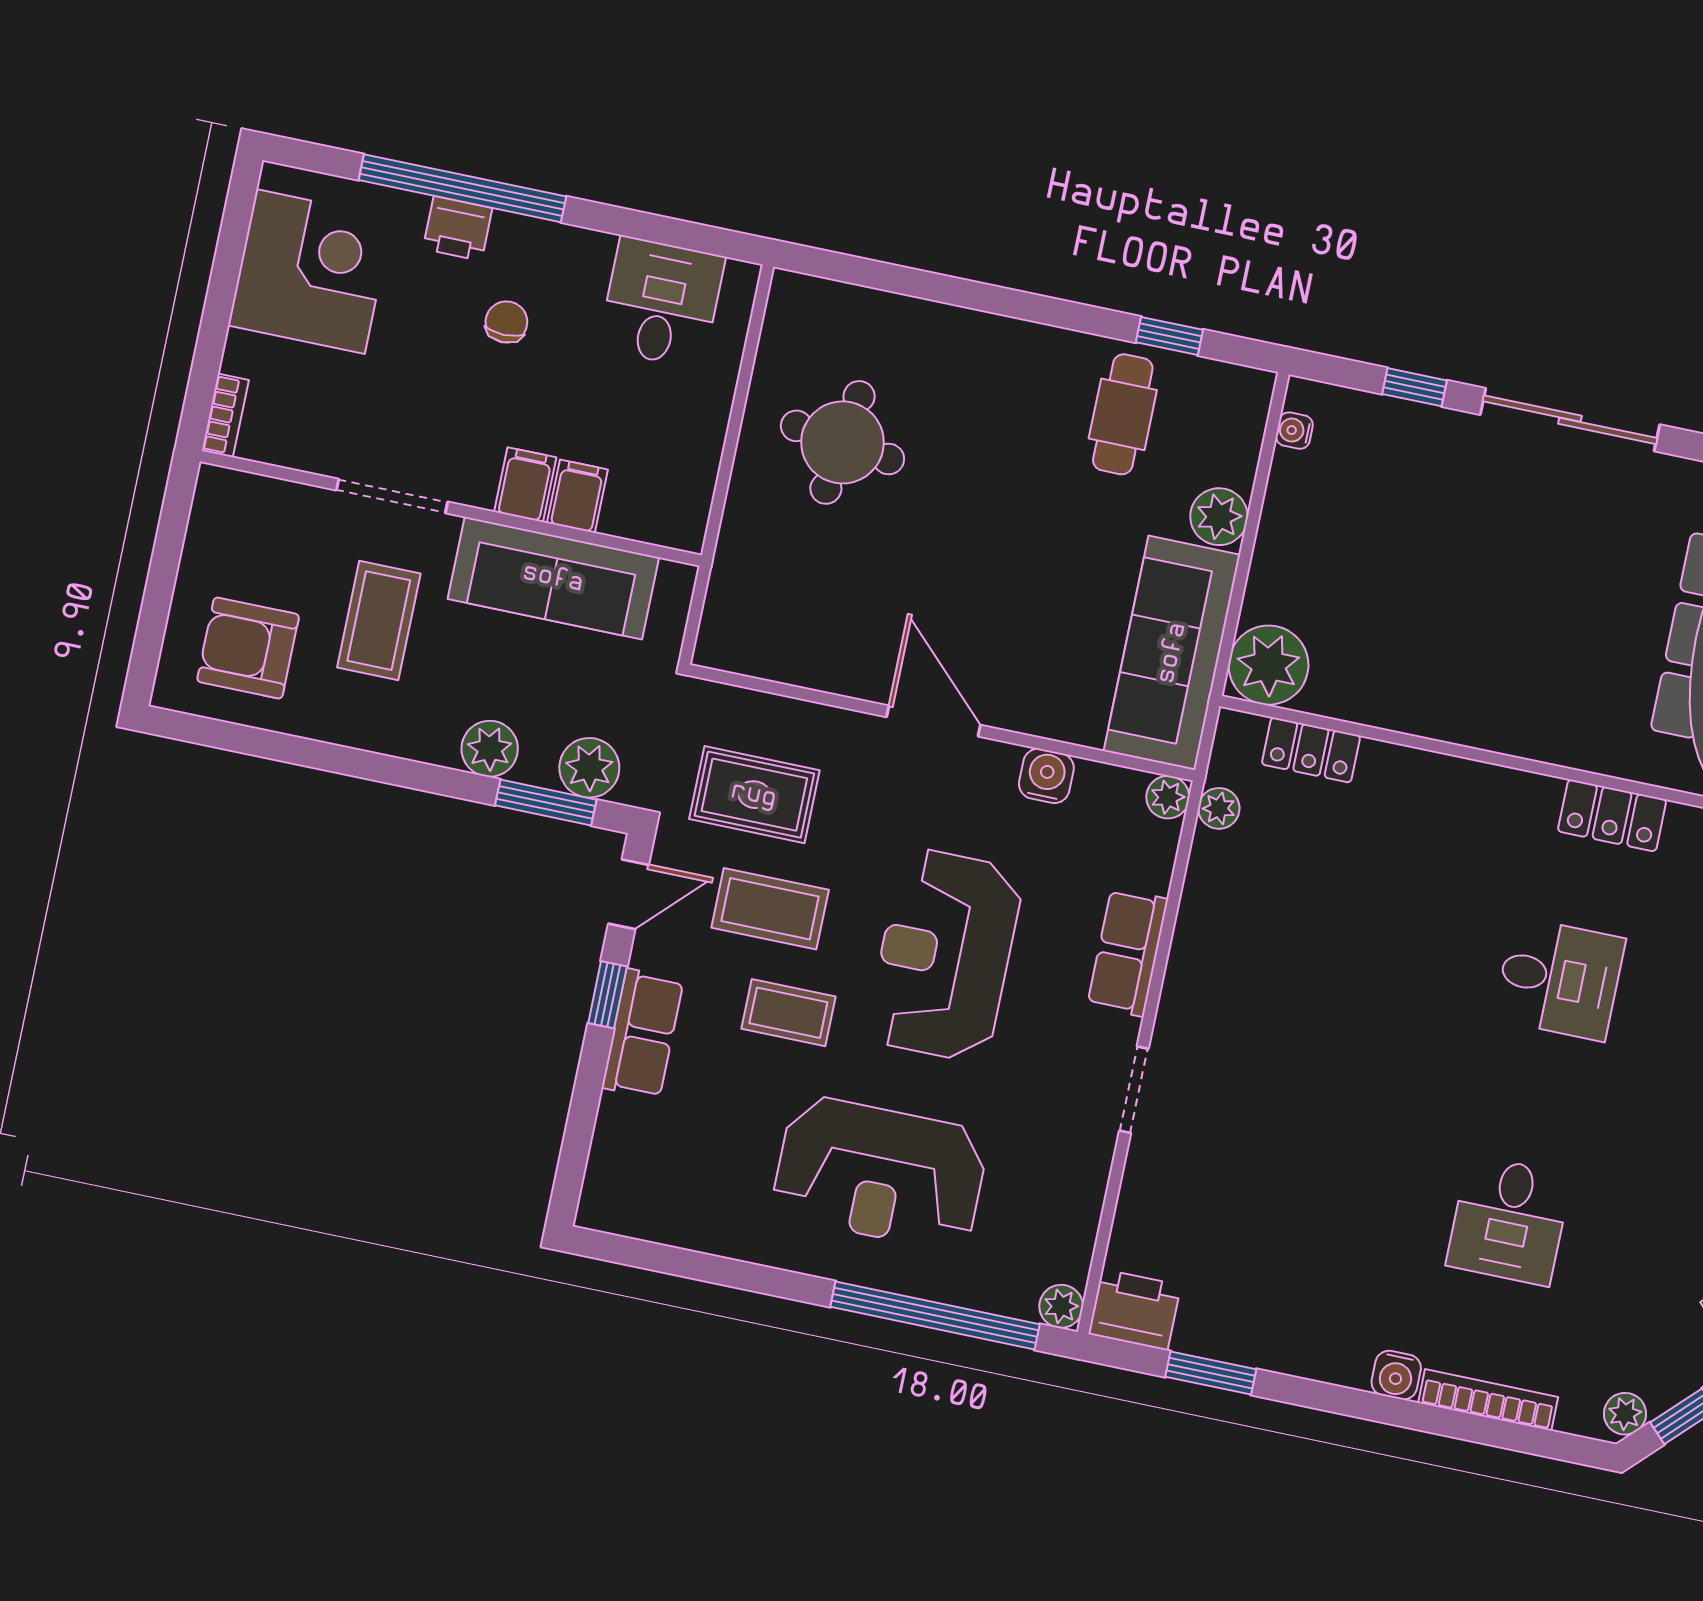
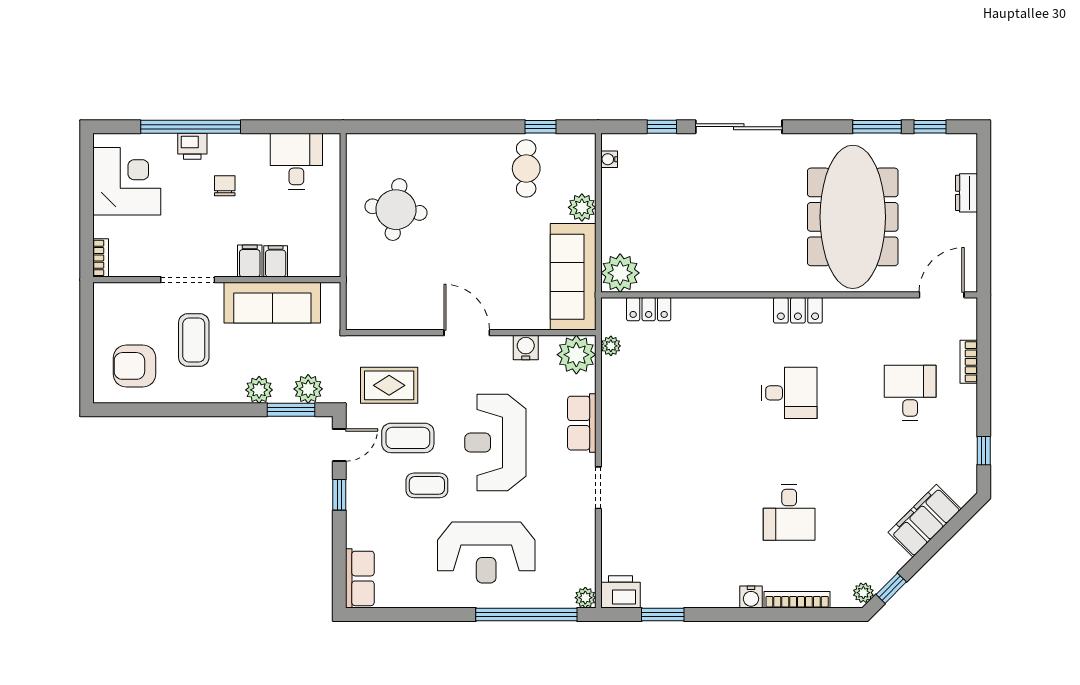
plant: (1168, 797) -> (576, 355), width x1.88, depth x1.88
row of seats: (643, 1034) -> (360, 578), moved

